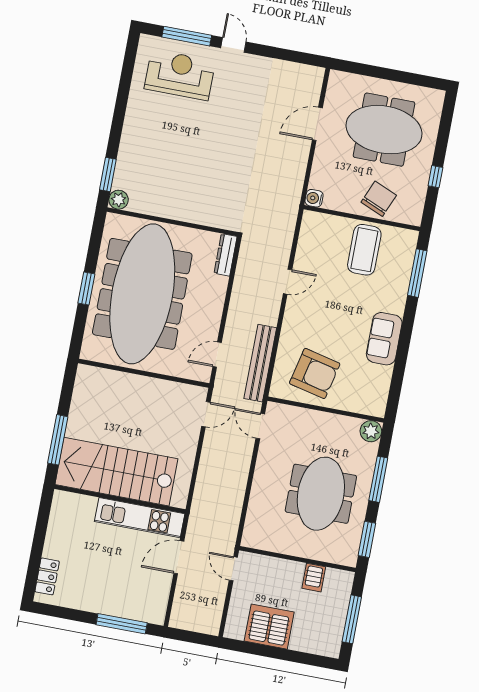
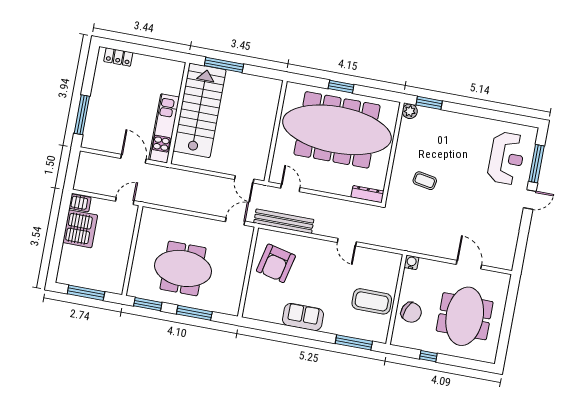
coffee table: (208, 181) -> (425, 181), added
plant: (371, 431) -> (231, 307), removed
server rack: (314, 578) -> (80, 203), moved, turned 180

